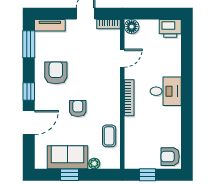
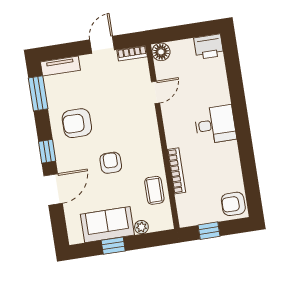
armchair: (56, 73) -> (77, 123), turned -90
bookcase: (129, 98) -> (176, 171), moved

